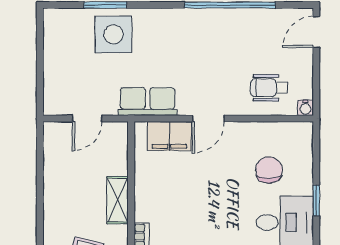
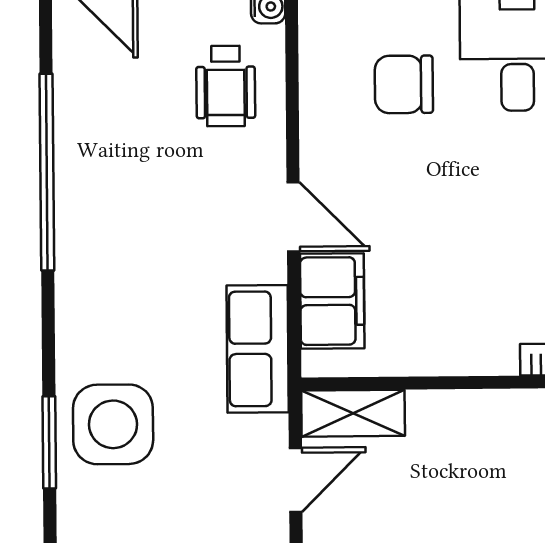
door: (87, 118) -> (296, 480), hinge flipped
shelving: (118, 200) -> (353, 413), moved

